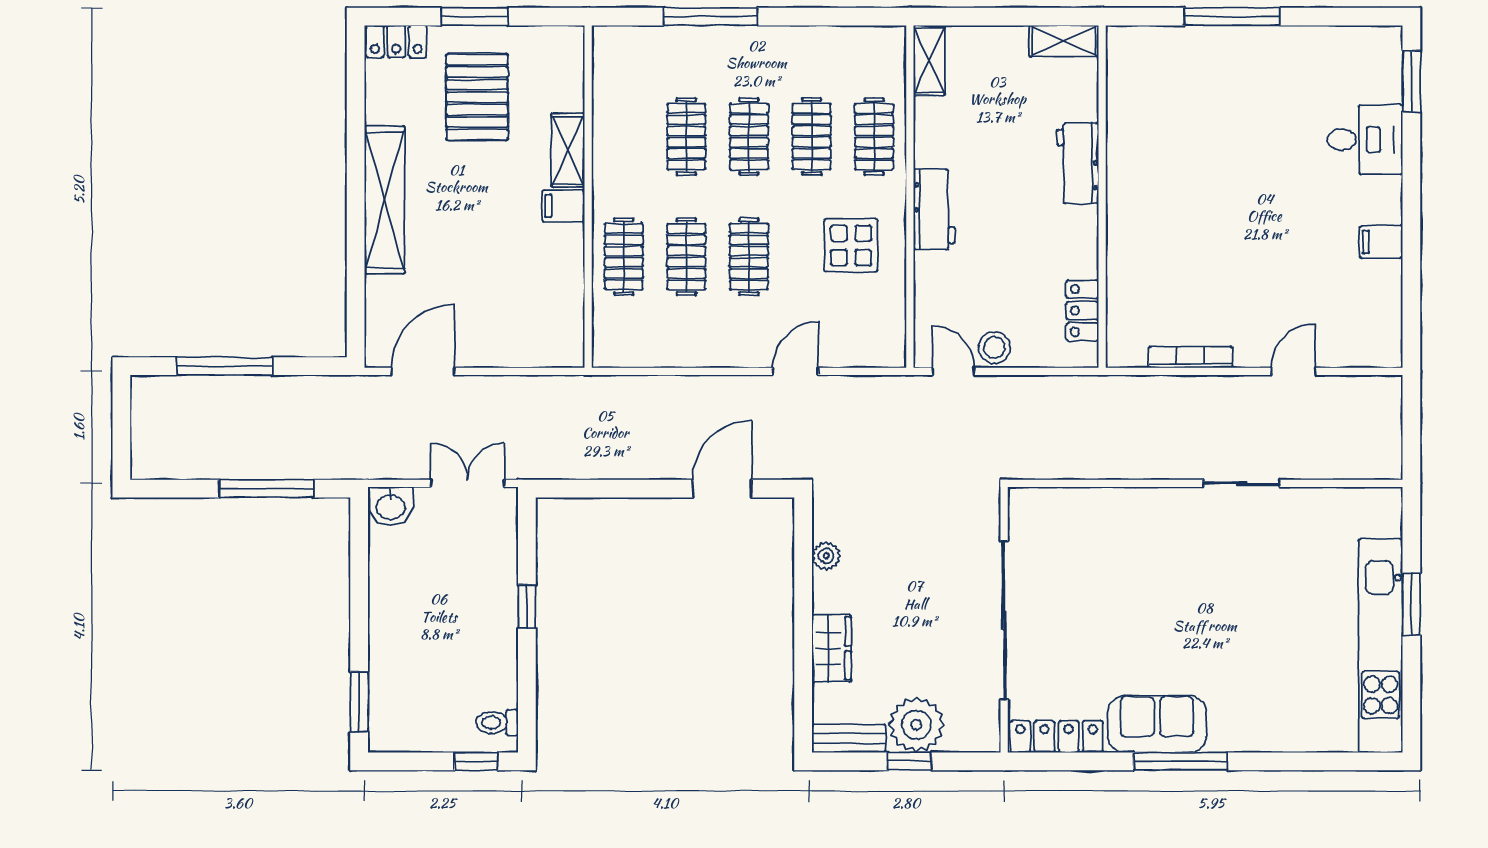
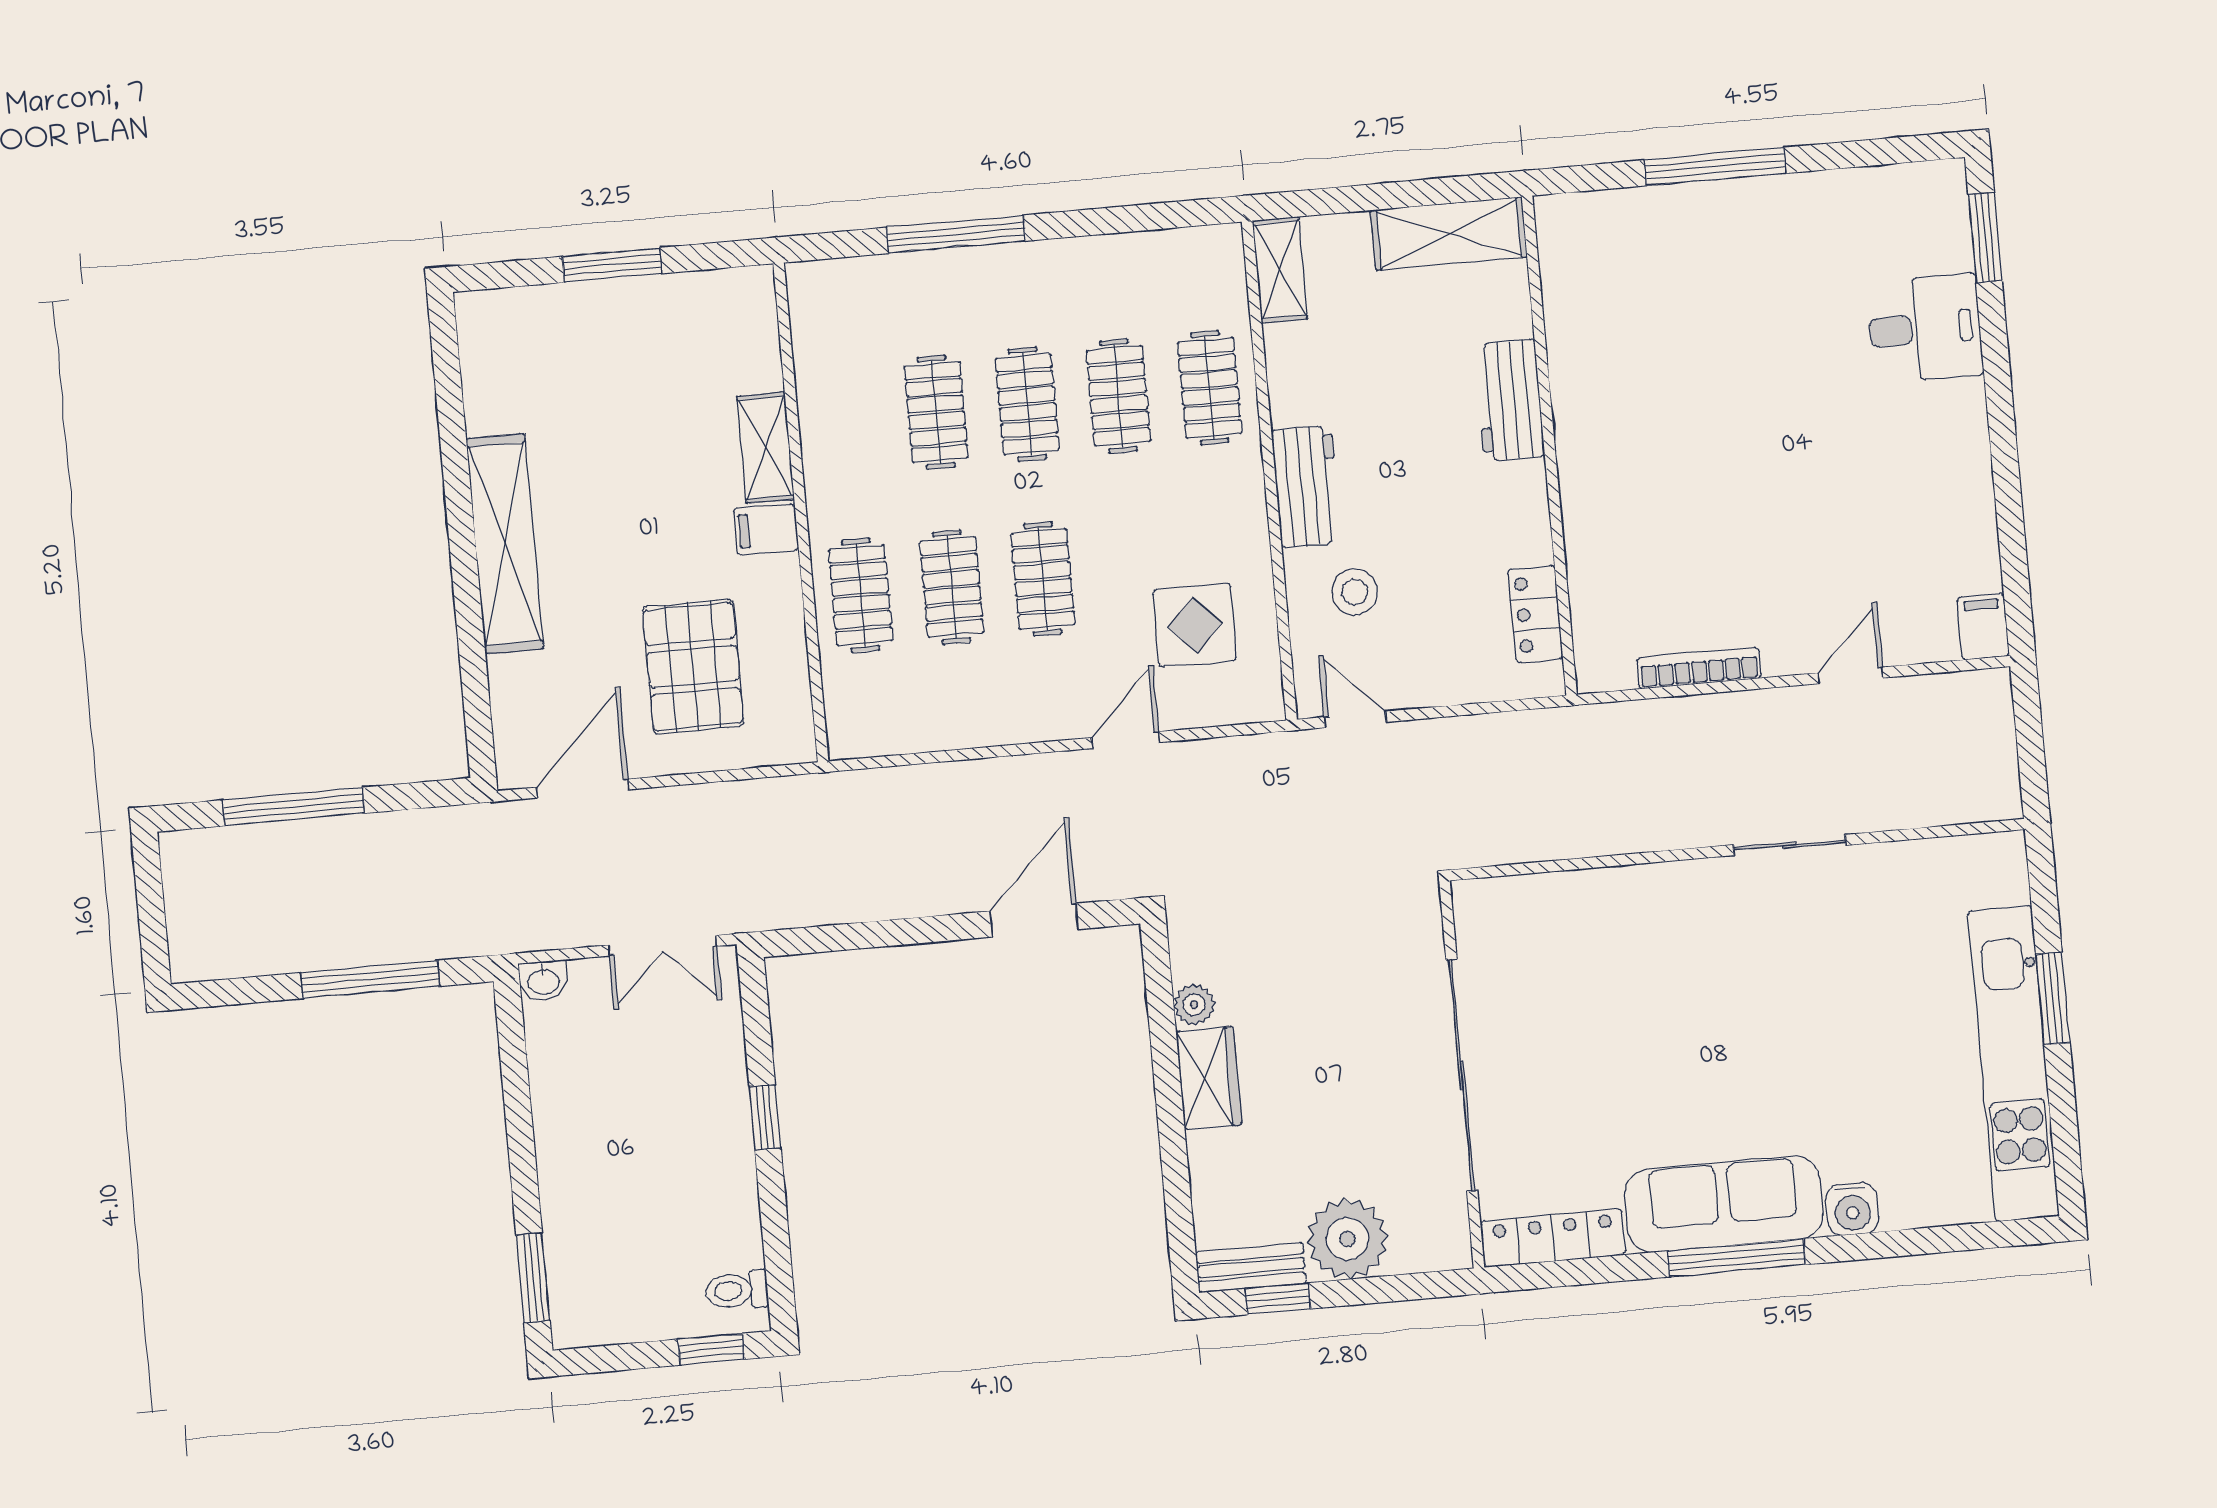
locker: (396, 41) -> (501, 311), removed
shelving: (1064, 41) -> (1449, 234), width x1.50, depth x1.33
pallet: (477, 97) -> (693, 667), moved
filing cabinet: (1381, 242) -> (1983, 627), moved, turned 90
display table: (851, 245) -> (1195, 625), moved
stool: (994, 348) -> (1355, 592), moved
double door: (468, 483) -> (663, 946), swing flipped
washbasin: (391, 506) -> (544, 981), width x0.72, depth x0.69
wardrobe: (832, 648) -> (1209, 1078), moved
sofa: (1157, 724) -> (1724, 1204), width x1.36
water cooler: (1262, 735) -> (1852, 1209), added
window: (910, 761) -> (1278, 1299), moved

